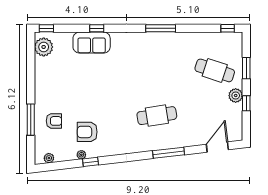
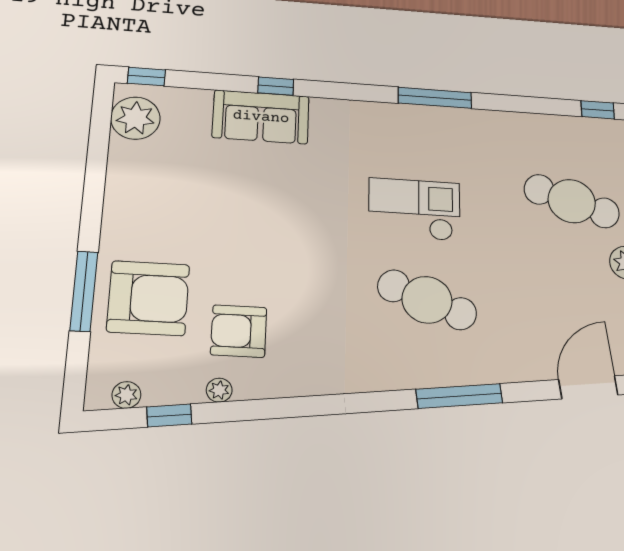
checkout: (152, 78) -> (414, 209), added
cafe table: (157, 116) -> (427, 300), turned 30
armchair: (54, 121) -> (148, 298), width x1.88, depth x1.88
window: (91, 162) -> (169, 415), moved

